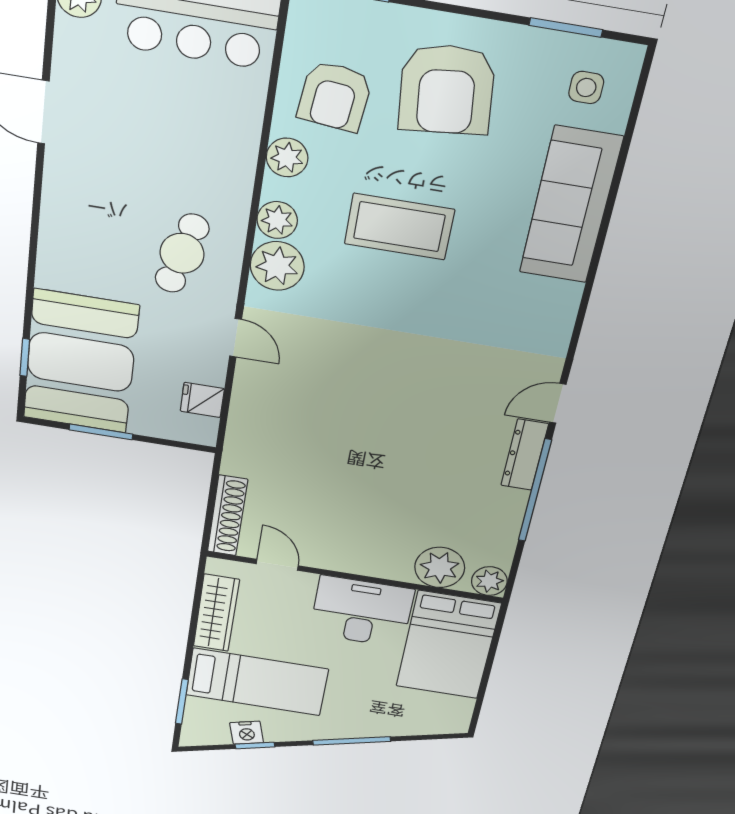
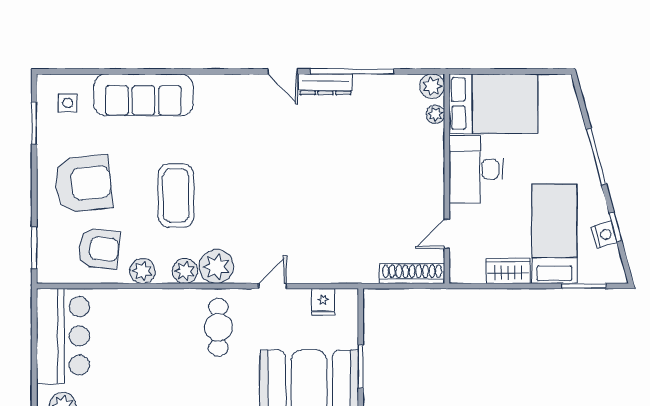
cafe table: (182, 253) -> (218, 327), turned 75
plant: (440, 567) -> (435, 114), width x0.53, depth x0.53
wardrobe: (216, 613) -> (508, 271), width x0.67

